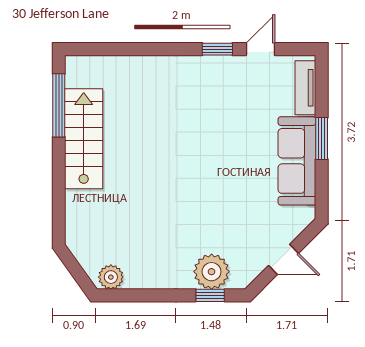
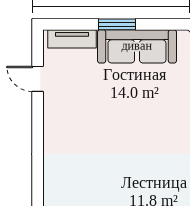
window: (217, 49) -> (38, 117), removed

